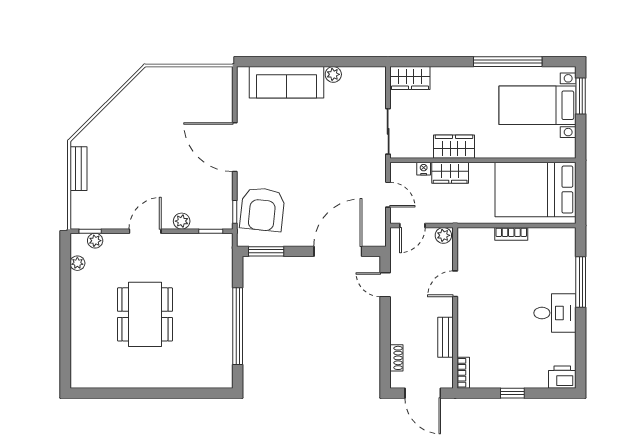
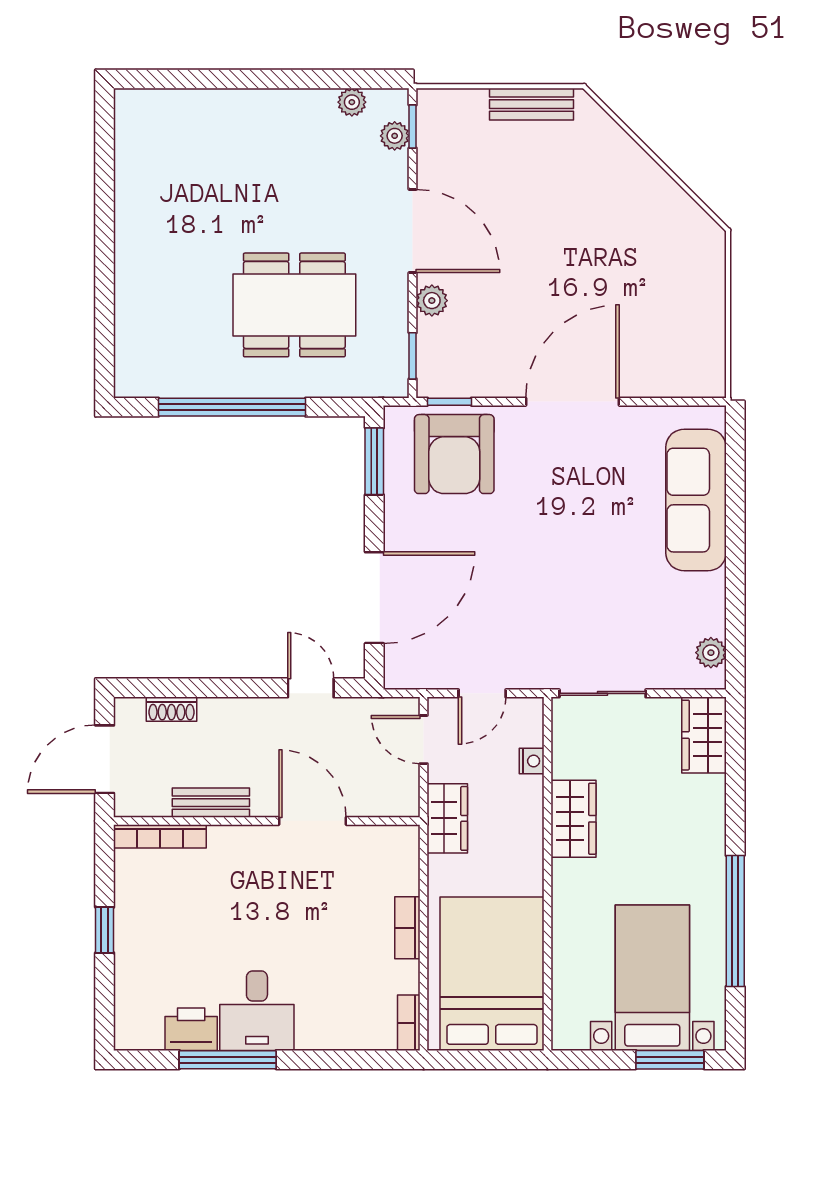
plant: (333, 74) -> (711, 653), moved
wardrobe: (450, 173) -> (447, 818), moved, turned 180
armchair: (262, 209) -> (454, 454), turned -96
door: (145, 231) -> (413, 231), width x1.36
bookcase: (561, 233) -> (409, 1023), added
plant: (443, 235) -> (405, 799), removed
door: (338, 251) -> (374, 598), hinge flipped
window: (581, 282) -> (228, 1060), moved
door: (455, 284) -> (312, 821), width x1.38
door: (385, 285) -> (311, 688), hinge flipped
dining table: (145, 314) -> (294, 305), moved
bookcase: (463, 373) -> (160, 836), width x1.56
printer: (562, 377) -> (191, 1029), moved, turned -90

